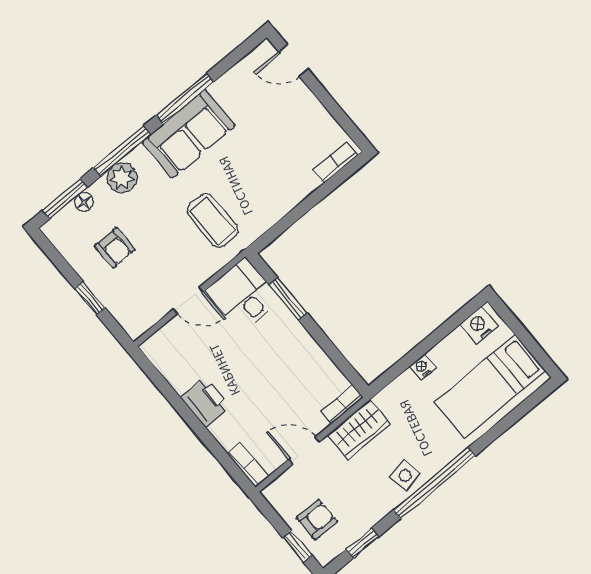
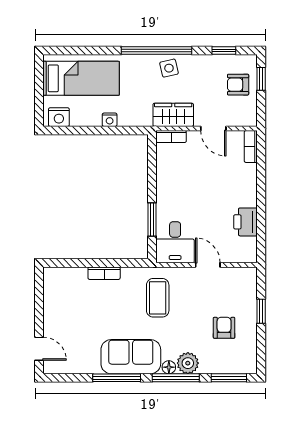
bookcase: (335, 162) -> (104, 273), moved
floor lamp: (84, 202) -> (169, 367), moved
printer: (205, 402) -> (246, 222), moved

